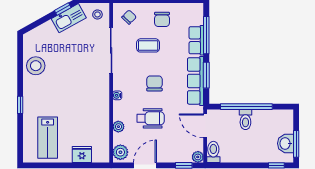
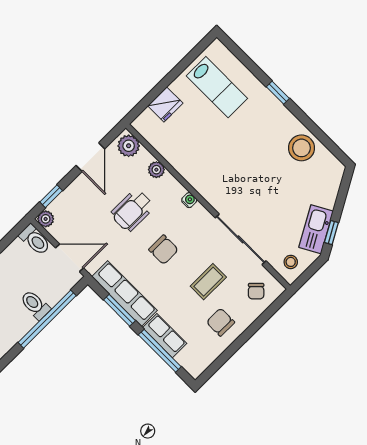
lab bench: (48, 138) -> (217, 87), turned 180

